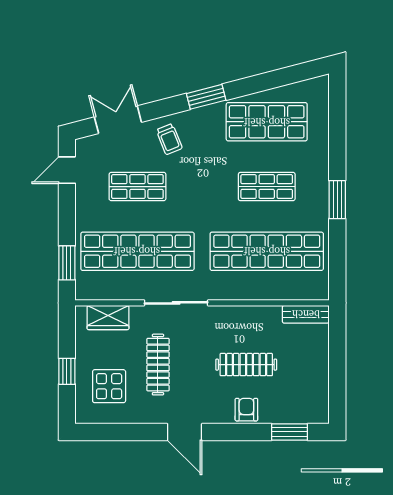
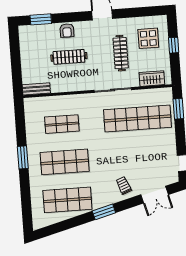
shop shelf: (137, 187) -> (140, 156), removed
shop shelf: (267, 187) -> (65, 162), width x1.43, depth x1.36
shop shelf: (267, 251) -> (62, 124), width x0.50, depth x0.74

